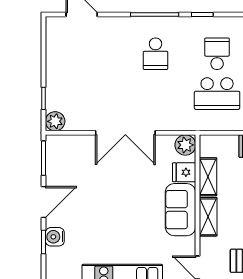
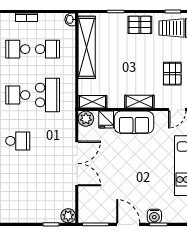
shelving: (208, 177) -> (92, 102), moved

